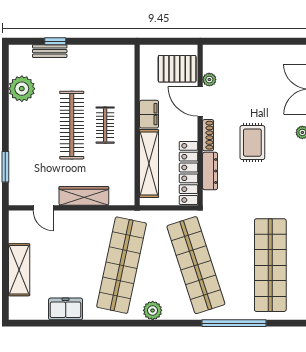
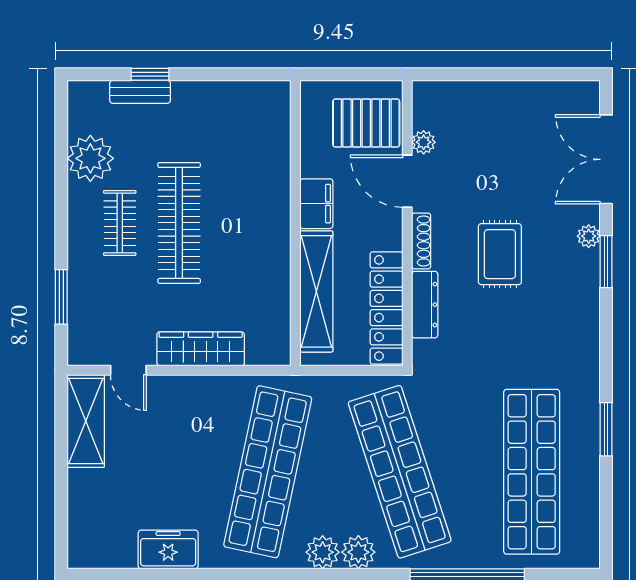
clothes rail: (105, 125) -> (120, 223), moved
shelving: (19, 270) -> (86, 421), moved
plant: (173, 310) -> (358, 552), added

